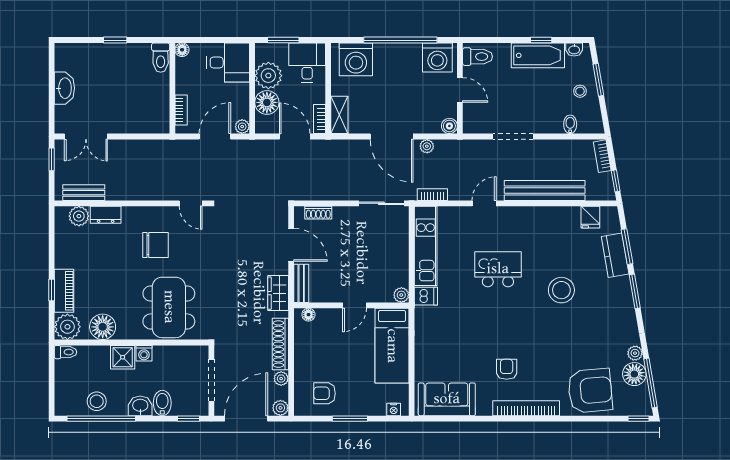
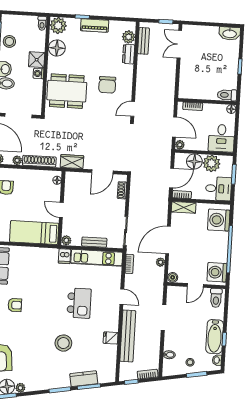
washbasin: (64, 88) -> (230, 33), moved
fridge: (590, 217) -> (111, 338), moved
bench: (301, 283) -> (94, 242), moved
piano: (64, 291) -> (95, 25), moved

